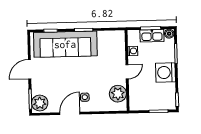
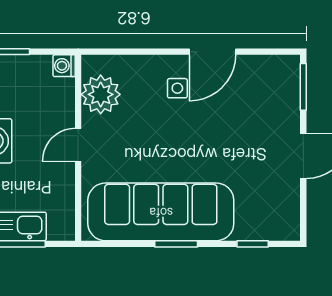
sofa: (65, 44) -> (161, 212), moved
washing machine: (133, 51) -> (64, 66), moved
plant: (40, 103) -> (282, 77), removed

